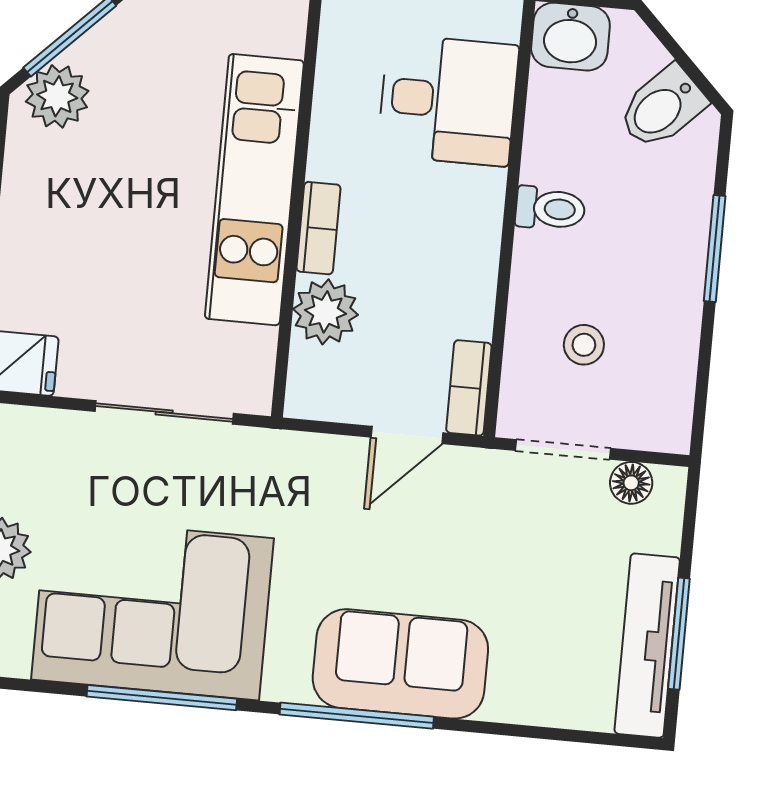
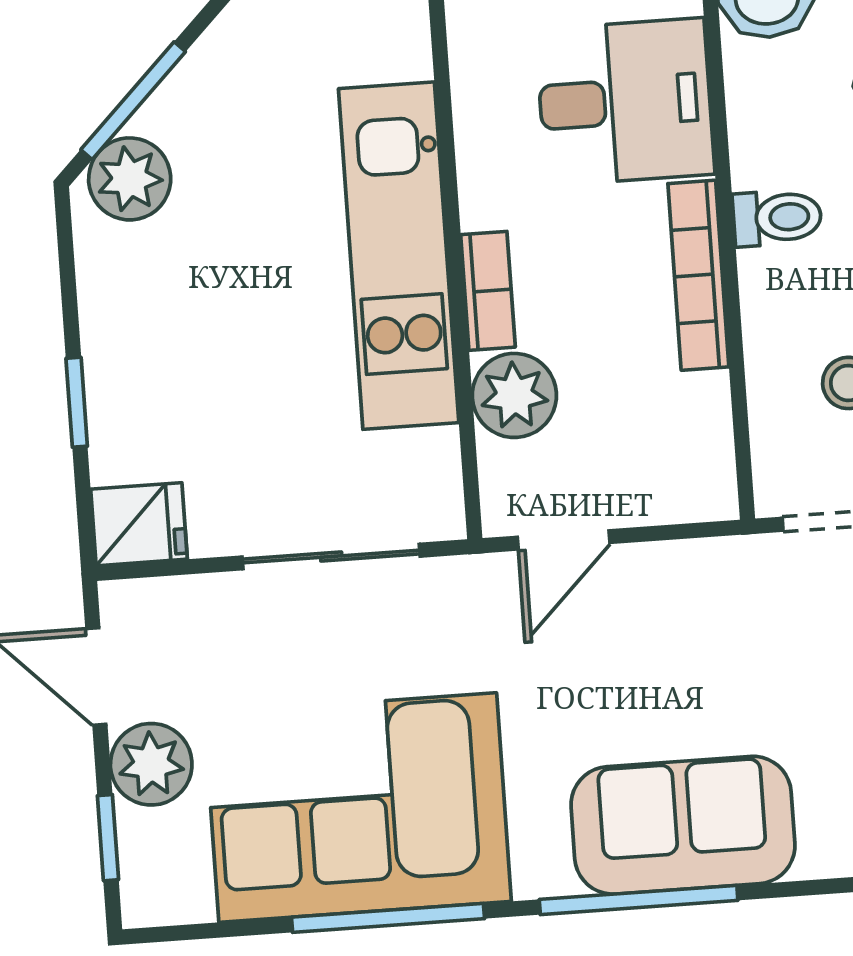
bookcase: (469, 388) -> (698, 275), moved, width x1.56
door: (407, 435) -> (564, 540), moved

